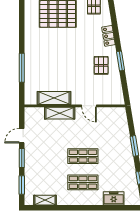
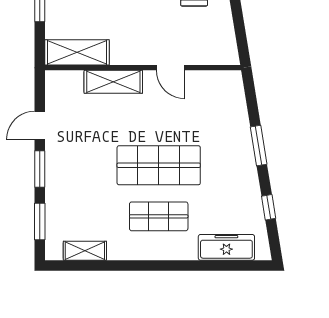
shelving: (54, 98) -> (77, 52), moved
shop shelf: (83, 156) -> (159, 165), width x1.43, depth x1.36
freezer: (114, 198) -> (226, 247), width x1.40

